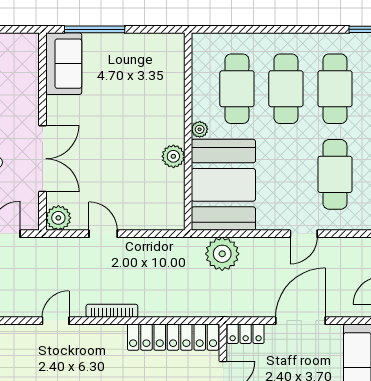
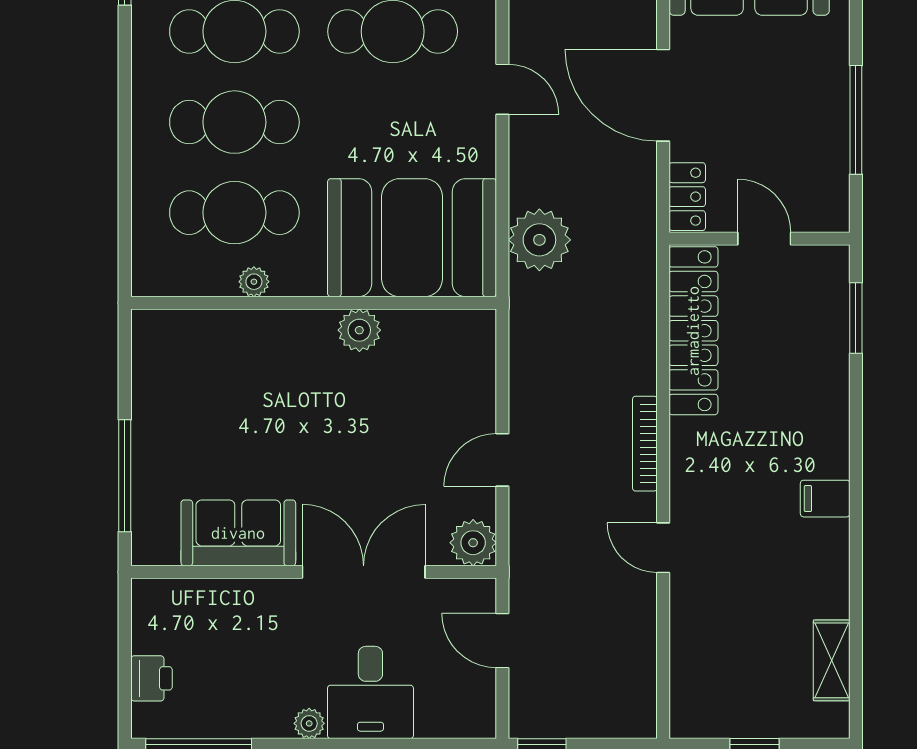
sofa: (64, 64) -> (238, 533), moved
plant: (200, 129) -> (254, 282), moved

